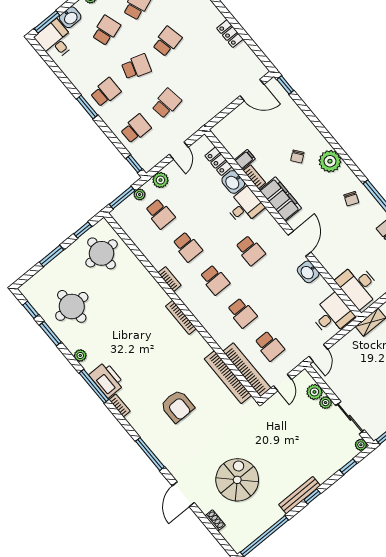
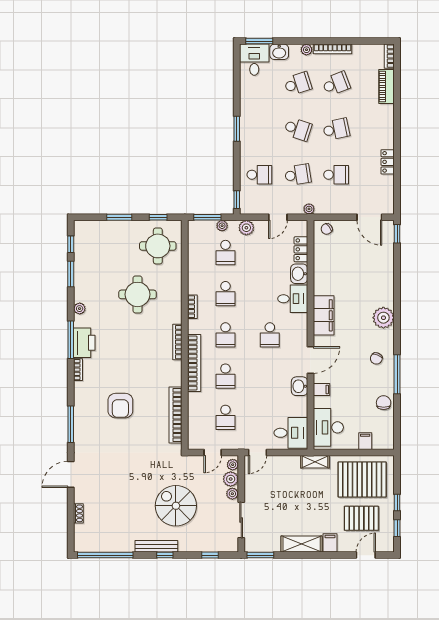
school desk: (106, 92) -> (336, 175), moved
plant: (198, 123) -> (309, 209), added
chair: (297, 157) -> (327, 229), moved
filing cabinet: (245, 159) -> (322, 389), moved
bookcase: (254, 177) -> (318, 283), removed
round table: (72, 306) -> (138, 294), moved
bookcase: (247, 370) -> (194, 363), moved
plant: (361, 445) -> (233, 465), moved
spiral stairs: (237, 480) -> (176, 506), moved, turned -90

